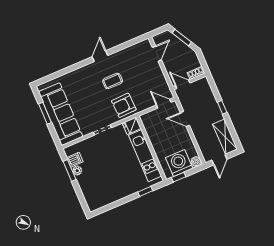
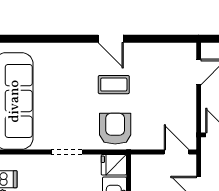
door: (100, 56) -> (111, 39), swing flipped
armchair: (124, 105) -> (115, 129), turned 92

